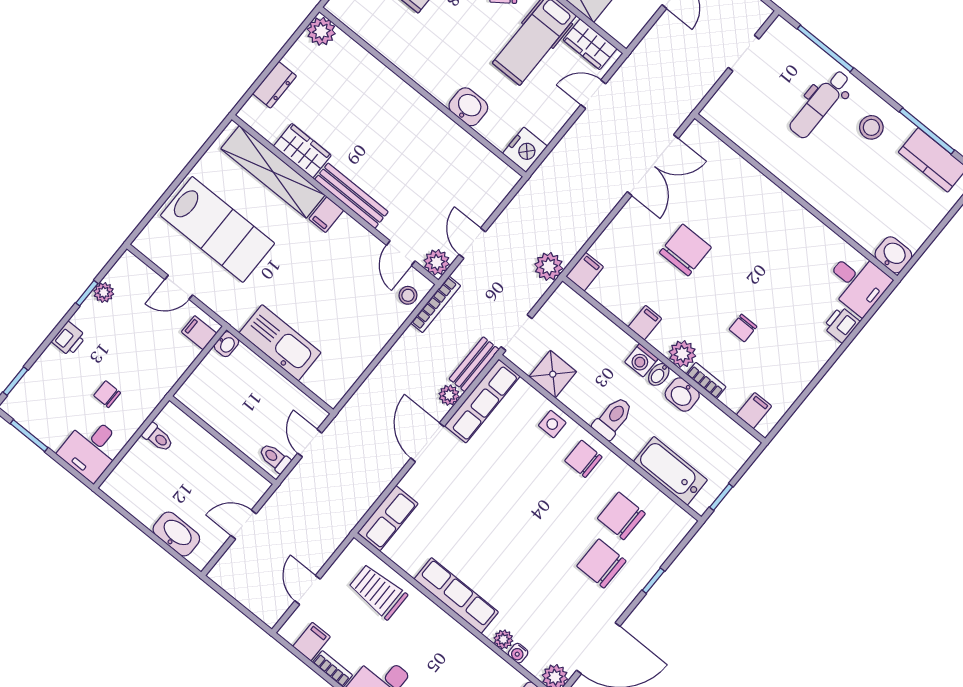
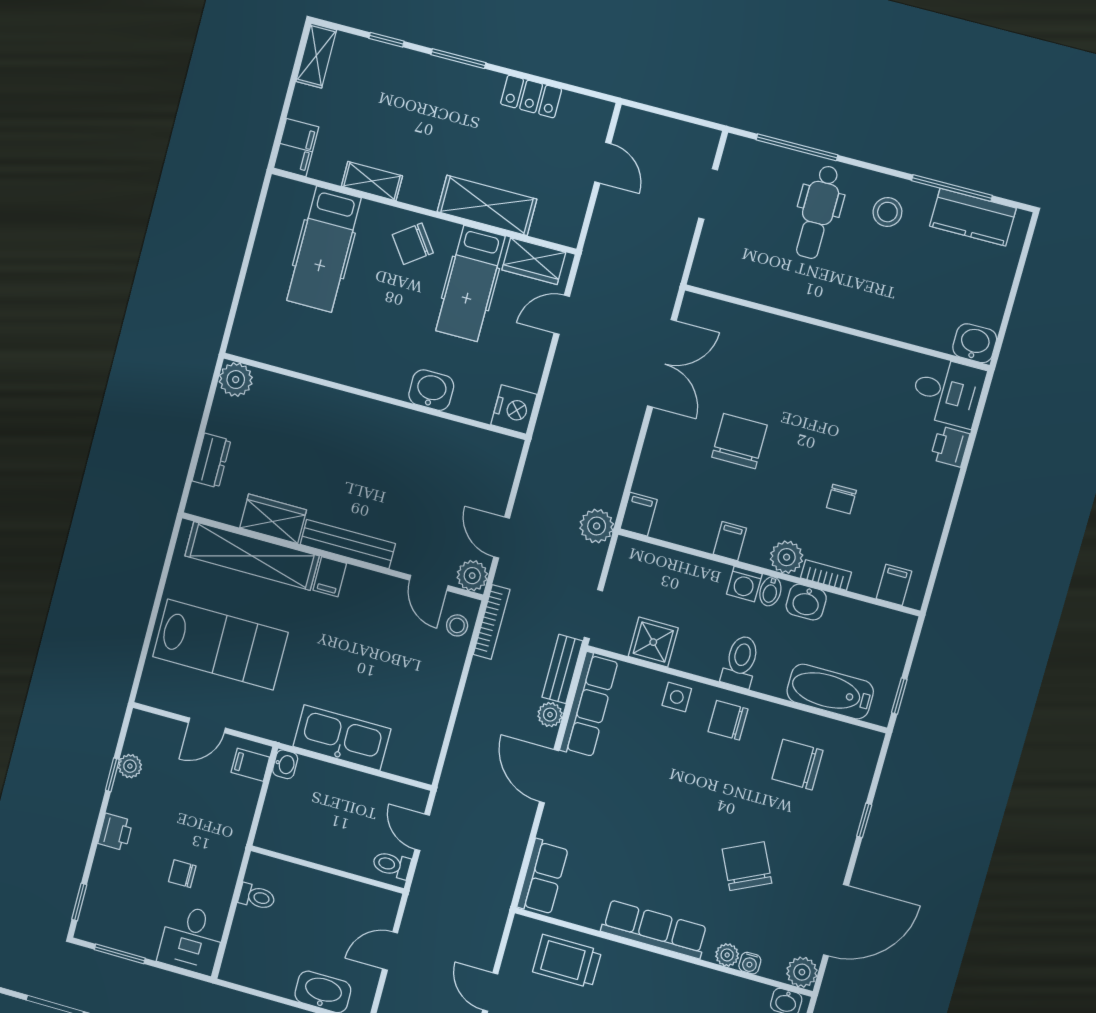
chair: (601, 564) -> (747, 866), moved, turned 64

